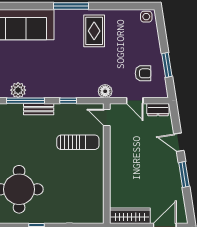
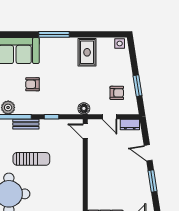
rug: (94, 31) -> (87, 52), moved
armchair: (46, 63) -> (33, 84), added
sun lounger: (78, 142) -> (31, 159), moved

